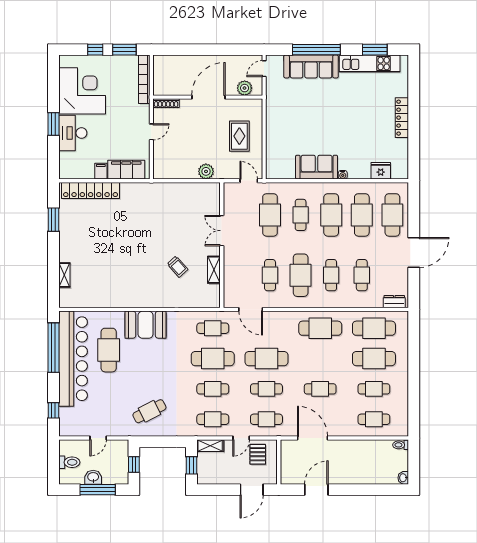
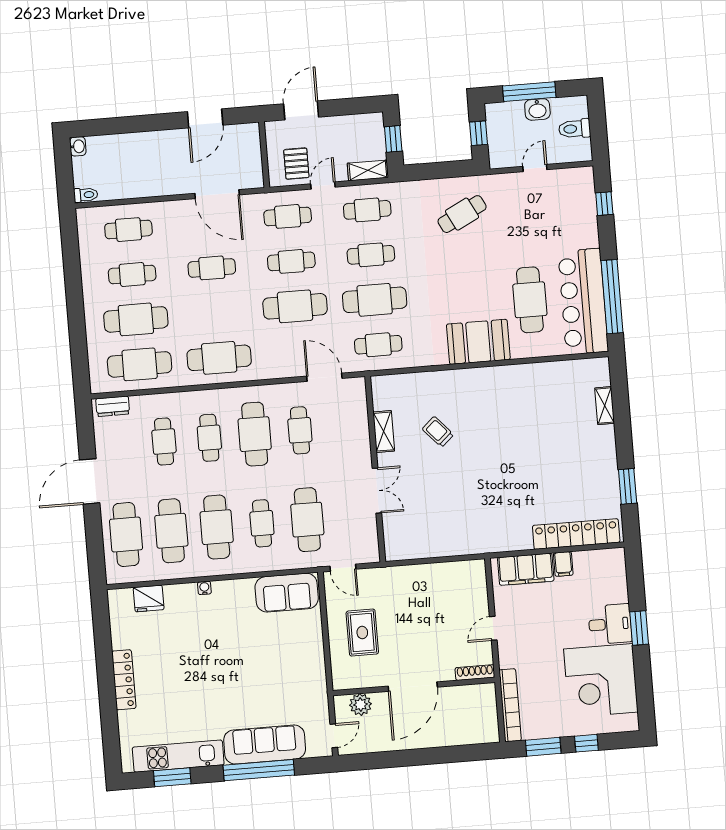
desk: (73, 133) -> (610, 624), width x0.73
sofa: (317, 167) -> (287, 593), moved
plant: (206, 171) -> (407, 576), removed
bar counter: (73, 359) -> (583, 301), width x0.73

